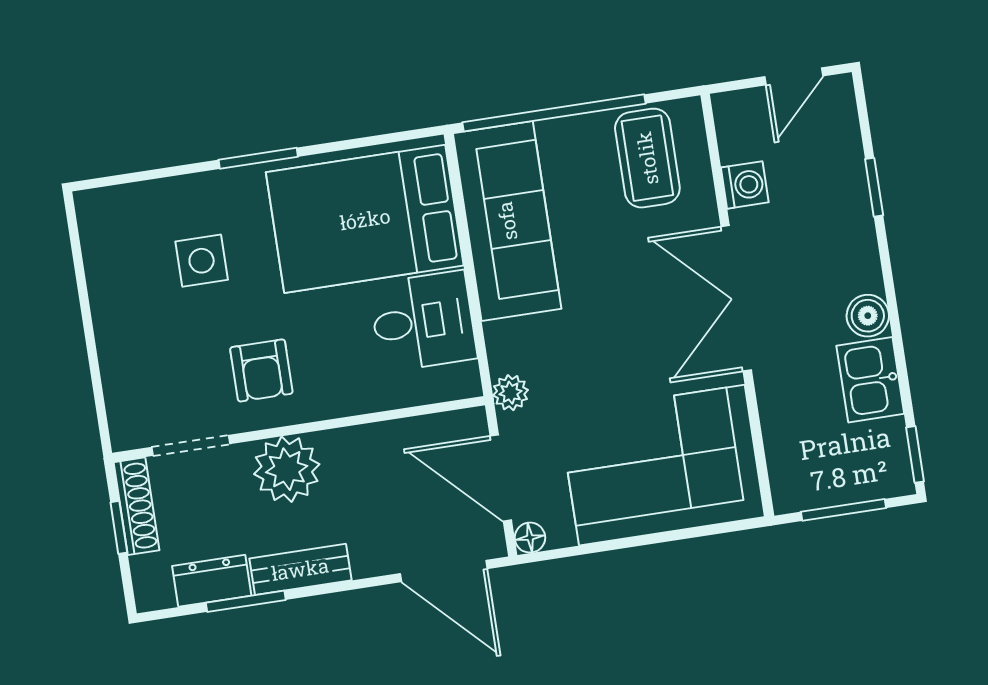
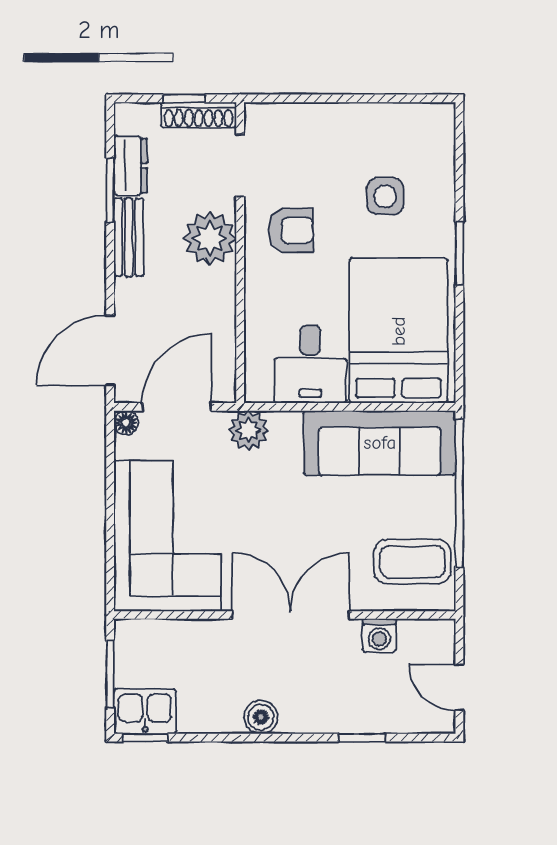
armchair: (261, 370) -> (291, 230), turned 180
kitchen sink: (870, 380) -> (145, 711), moved
plant: (511, 393) -> (249, 430), width x1.38, depth x1.38

